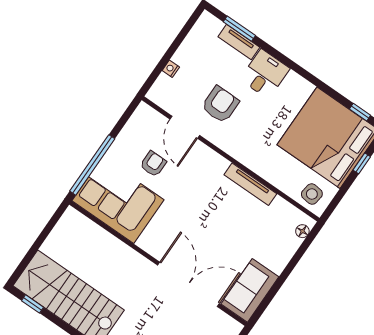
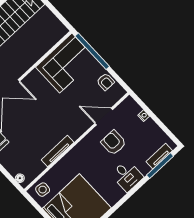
window: (239, 29) -> (160, 166), width x1.44
tv unit: (239, 42) -> (159, 156), moved
armchair: (220, 104) -> (113, 143), turned 180
armchair: (153, 164) -> (106, 82), moved

